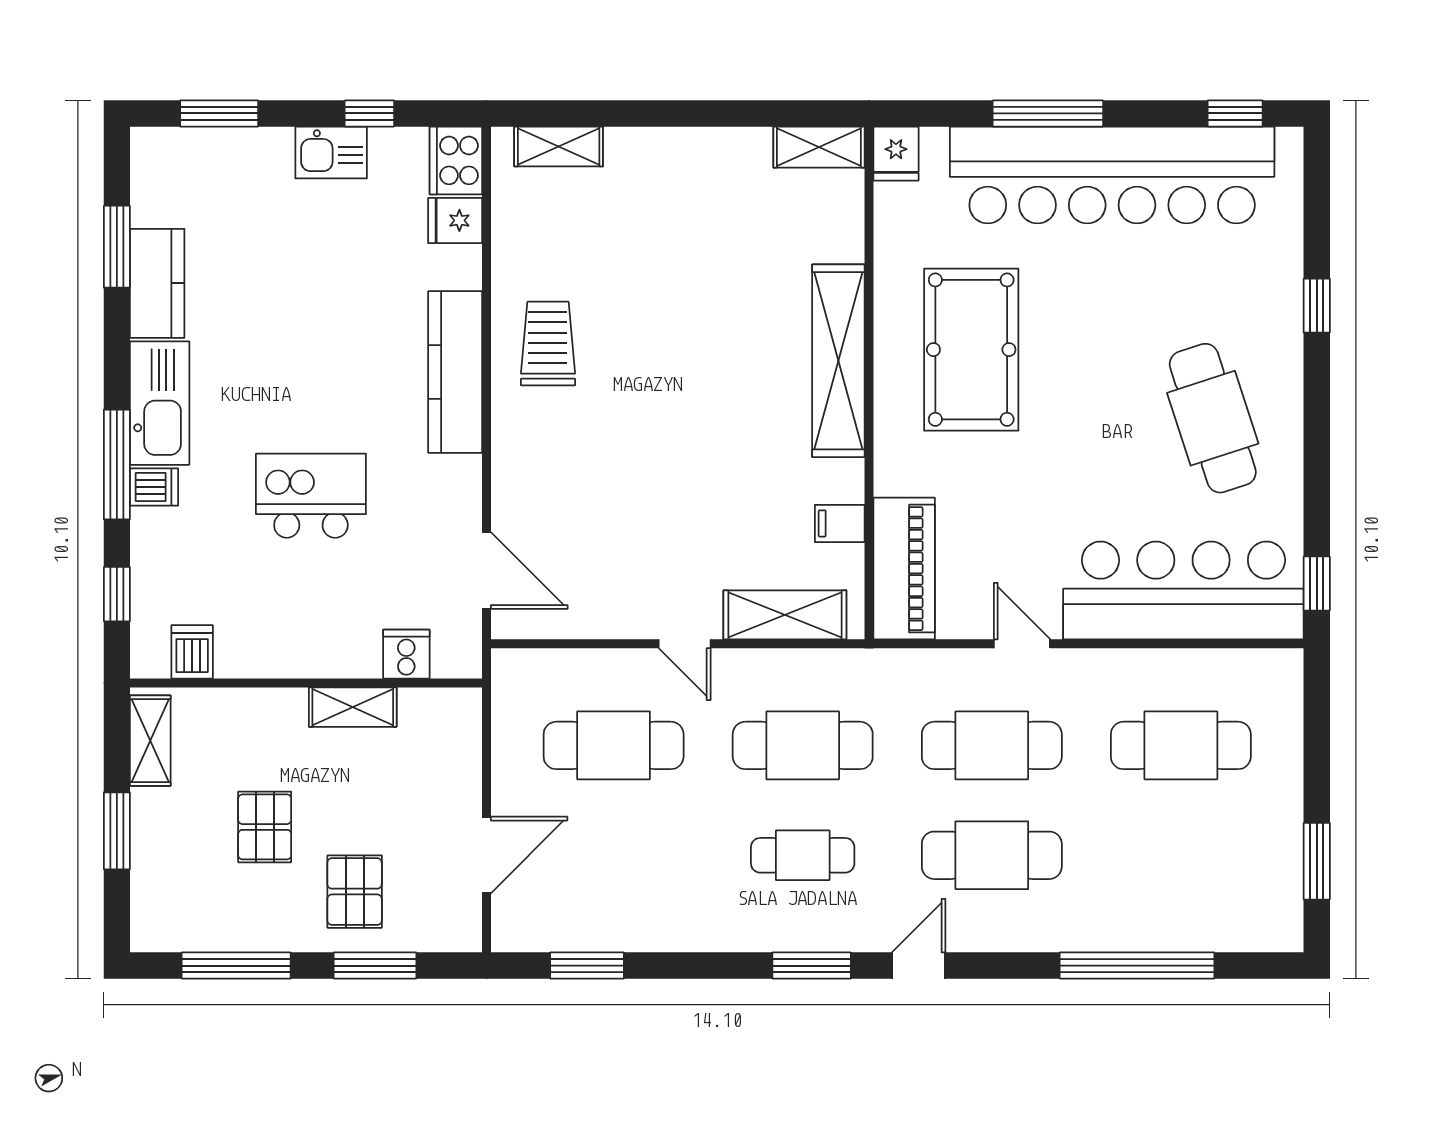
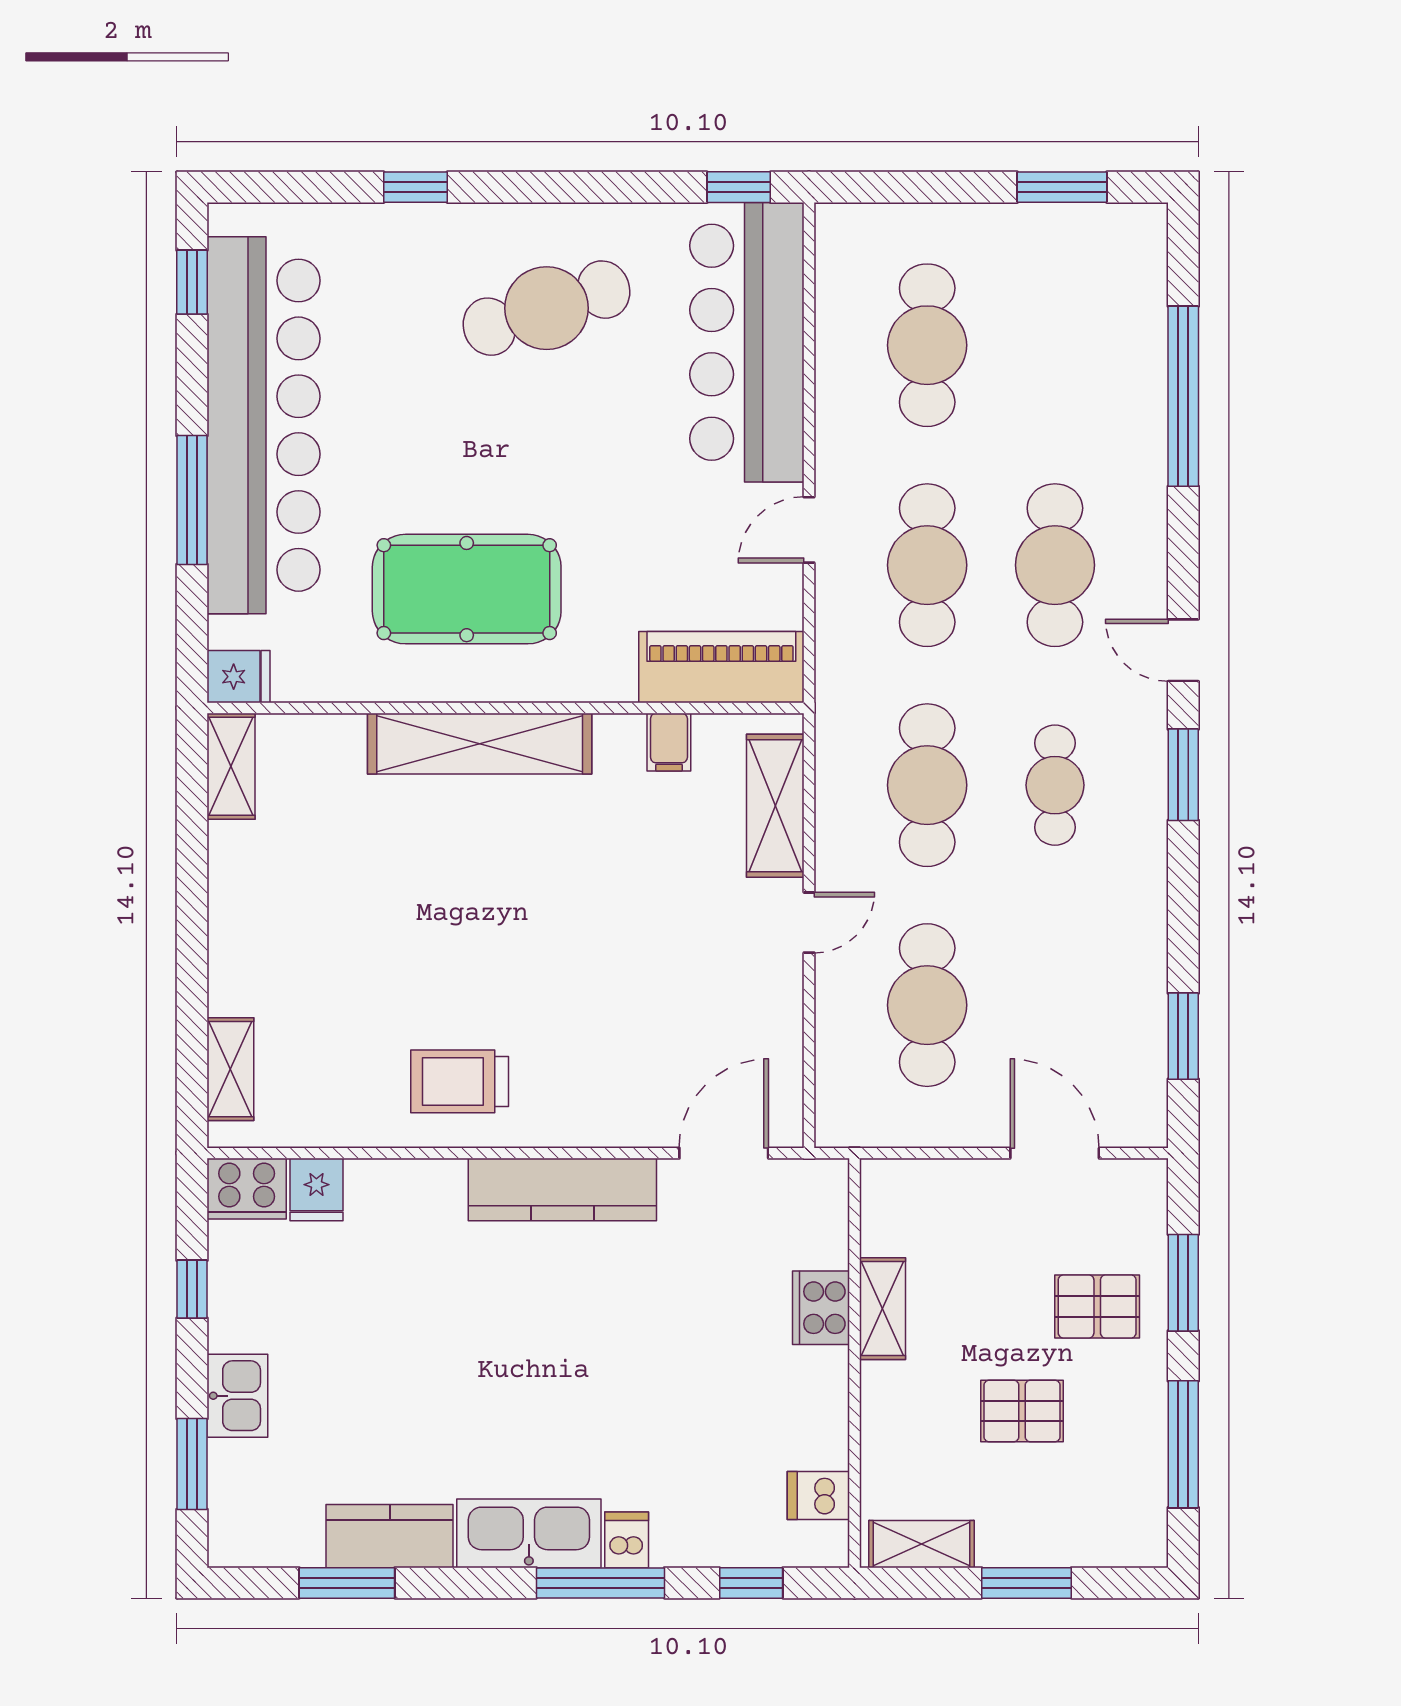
kitchen sink: (331, 152) -> (237, 1396), moved
kitchen counter: (455, 372) -> (562, 1189), moved
kitchen island: (311, 496) -> (637, 1357), removed
cooker: (406, 654) -> (821, 1308), moved, width x1.36

